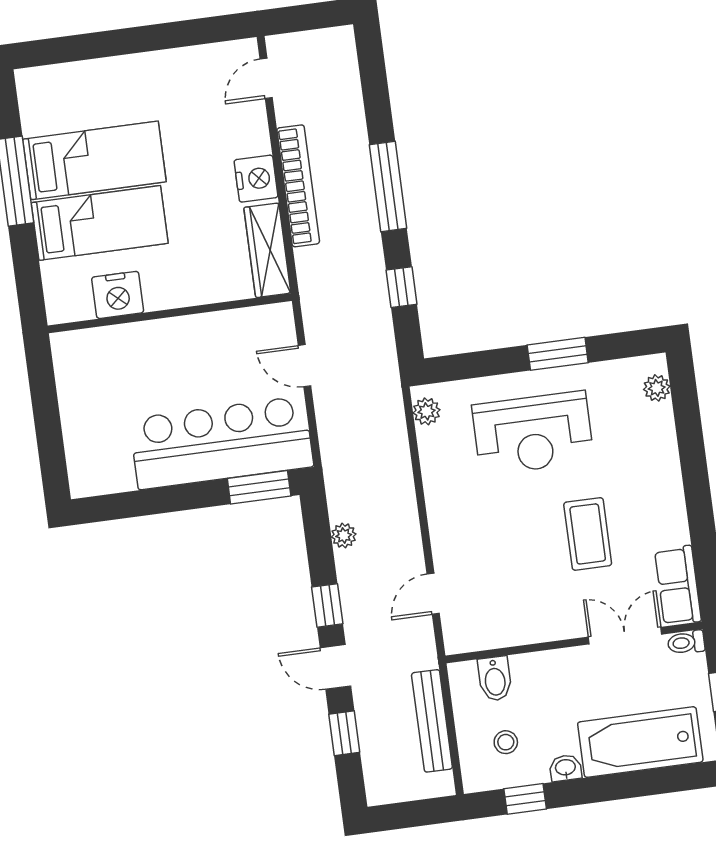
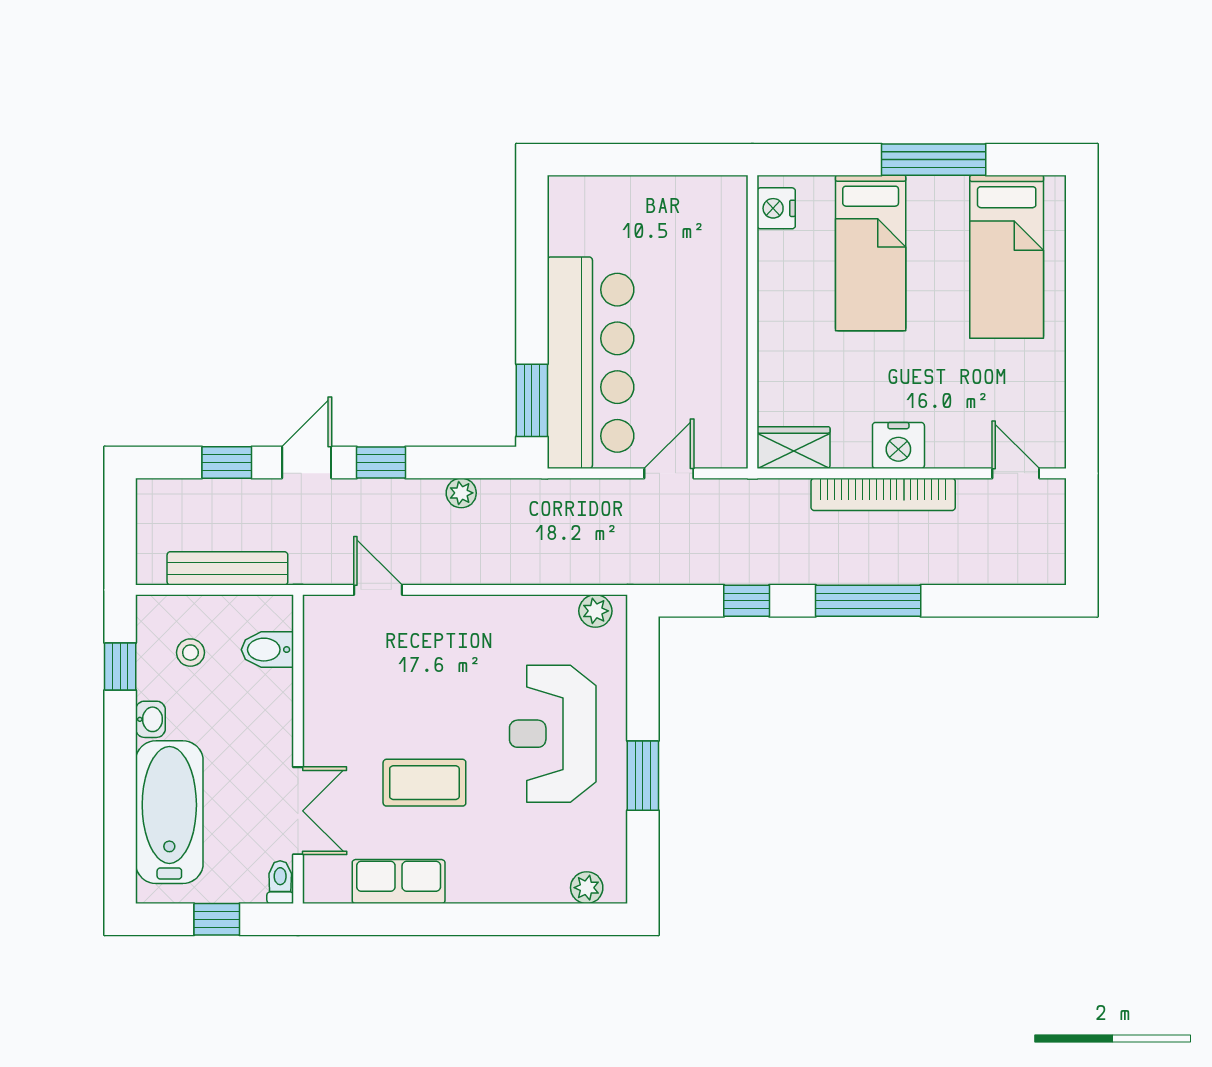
bed: (94, 160) -> (1007, 257), moved
wardrobe: (267, 250) -> (793, 448), width x0.67
nightstand: (118, 295) -> (776, 208), moved, width x0.74, depth x0.75
row of seats: (678, 586) -> (399, 882), moved

